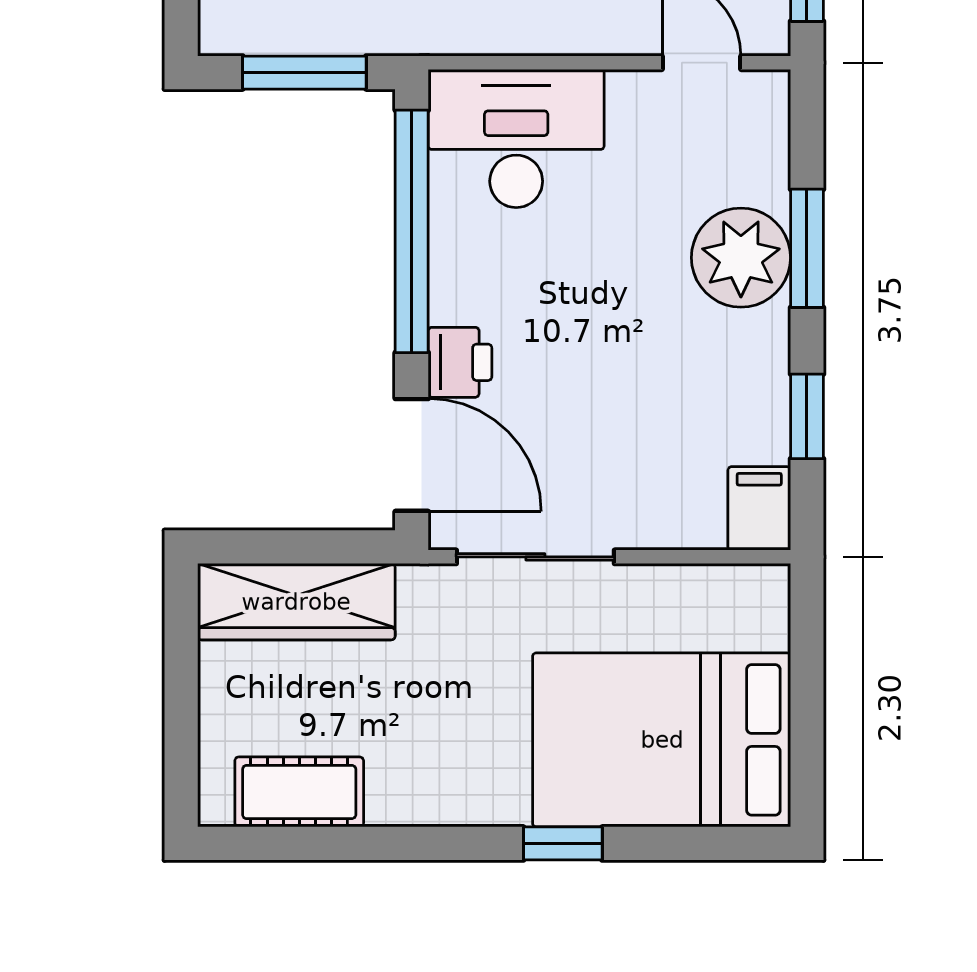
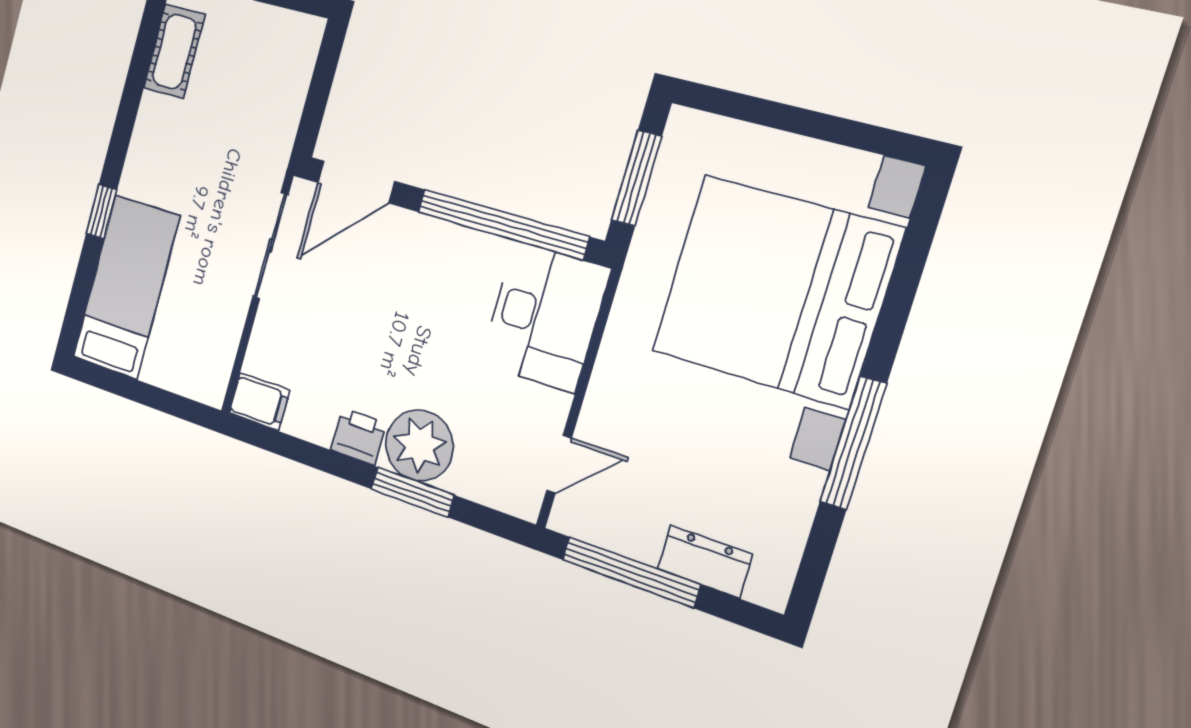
printer: (460, 362) -> (358, 437), moved, turned 180
window: (807, 416) -> (306, 453), removed
wardrobe: (296, 602) -> (287, 79), removed
bed: (662, 740) -> (126, 287), width x0.67

